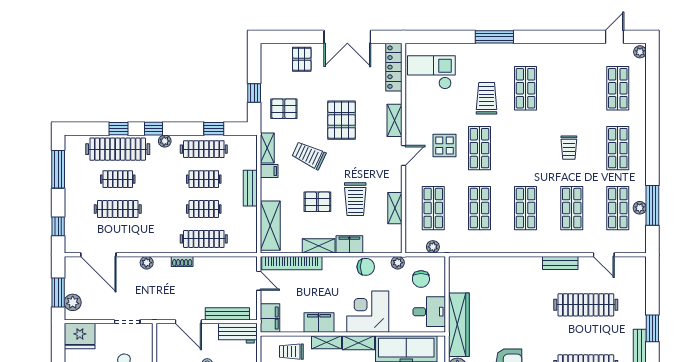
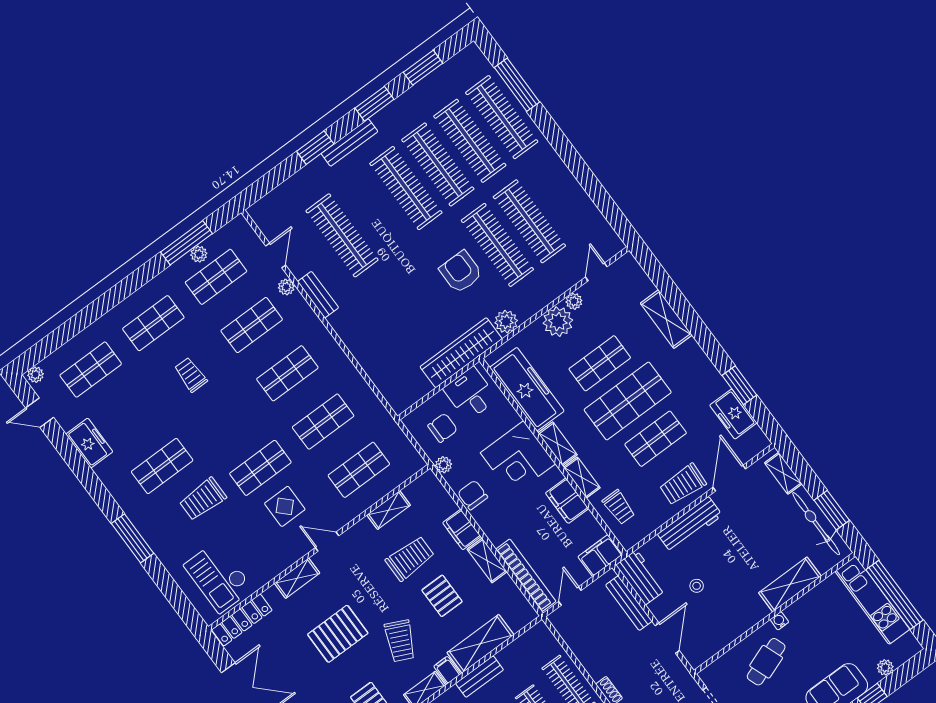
freezer: (573, 54) -> (89, 443), added
trolley: (569, 148) -> (191, 375), turned -90
shelving: (270, 226) -> (480, 644), moved
plant: (433, 247) -> (286, 287), moved

